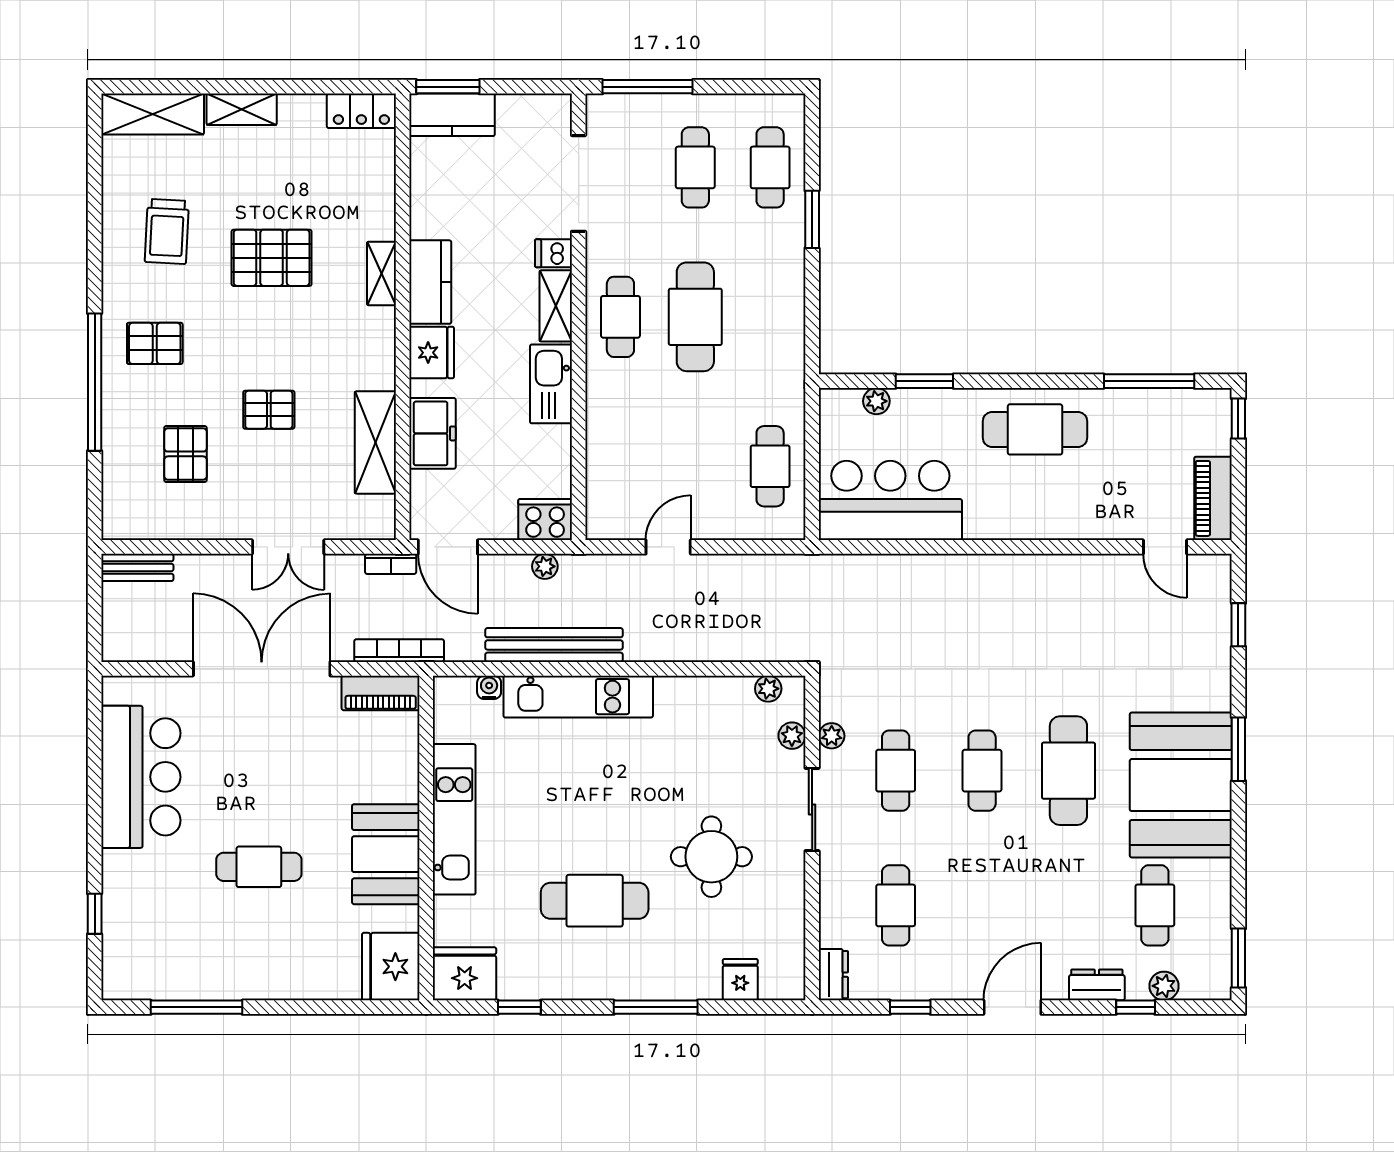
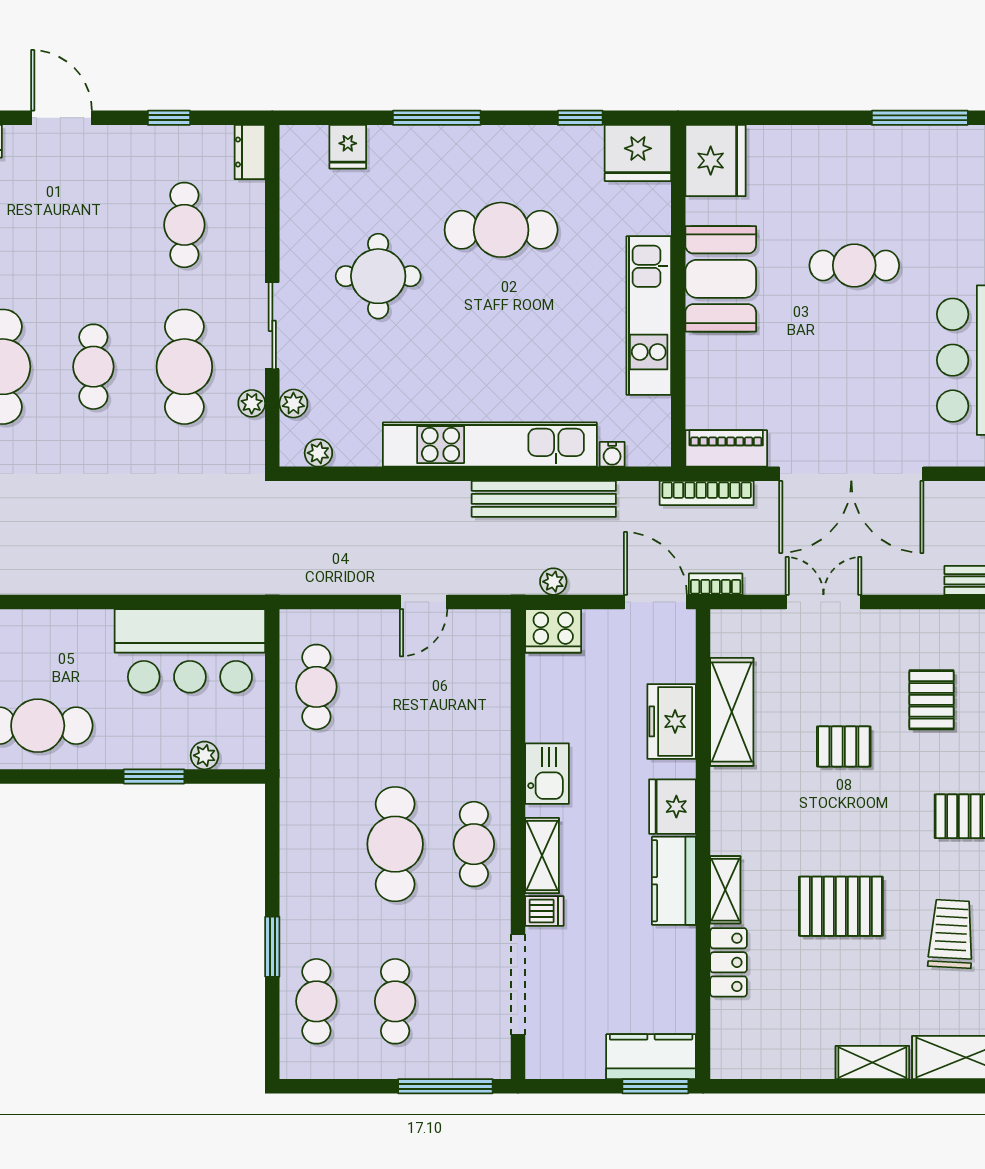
locker: (361, 111) -> (729, 962), moved, turned 90
kitchen sink: (551, 384) -> (547, 774), width x0.73
kitchen unit: (578, 697) -> (490, 445), width x1.36
cafe table: (896, 771) -> (184, 367), width x1.37, depth x1.35
door: (1012, 1007) -> (61, 118), swing flipped

